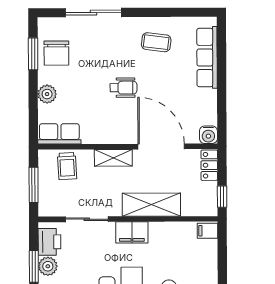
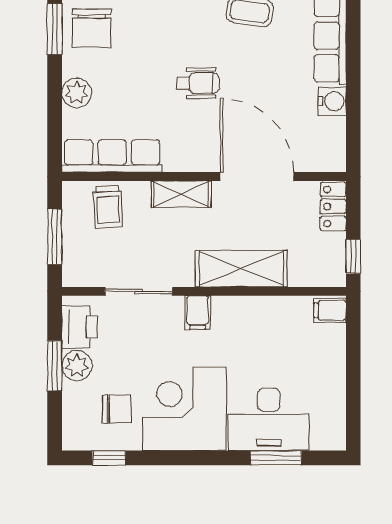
row of seats: (59, 134) -> (112, 156), width x1.48
water cooler: (208, 135) -> (332, 101), moved, turned -90
filing cabinet: (132, 232) -> (198, 313), width x0.50

